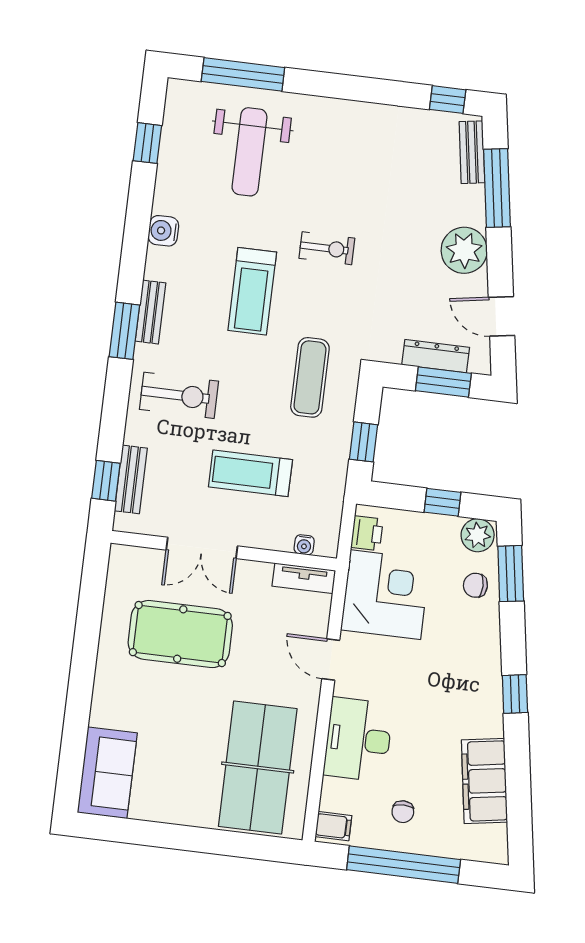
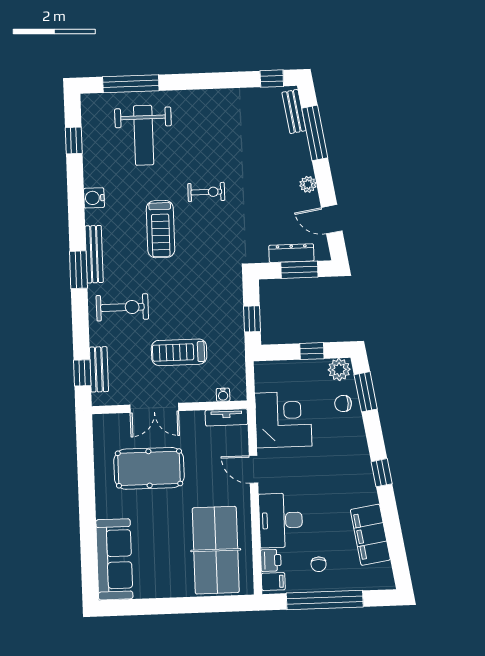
plant: (464, 250) -> (308, 184), width x0.53, depth x0.53
bench: (151, 312) -> (94, 254), width x1.36
exercise mat: (310, 377) -> (209, 281), removed
printer: (367, 533) -> (271, 560), moved
sofa: (107, 773) -> (114, 559), width x1.36

